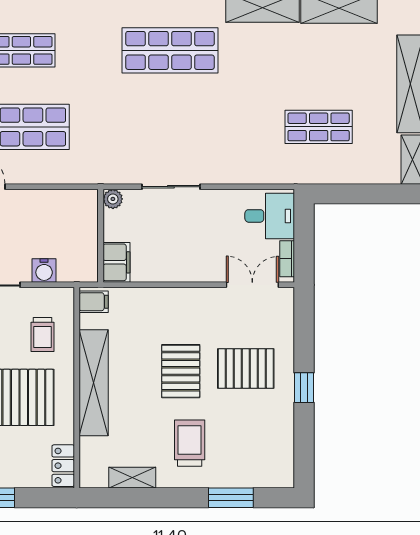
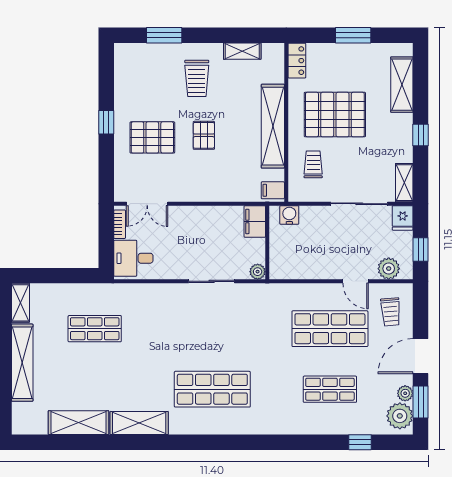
water cooler: (44, 271) -> (289, 215), moved
pallet: (181, 371) -> (204, 135), width x0.67, depth x0.71

